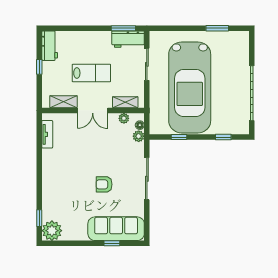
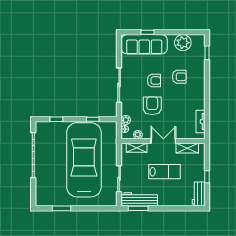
workbench: (128, 39) -> (139, 199), width x1.37
lab bench: (91, 73) -> (164, 172), turned 180
armchair: (106, 154) -> (152, 106), added
armchair: (73, 189) -> (179, 77), added
plant: (52, 231) -> (183, 43), moved

